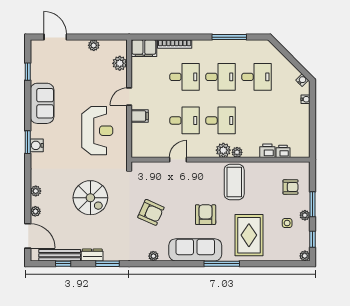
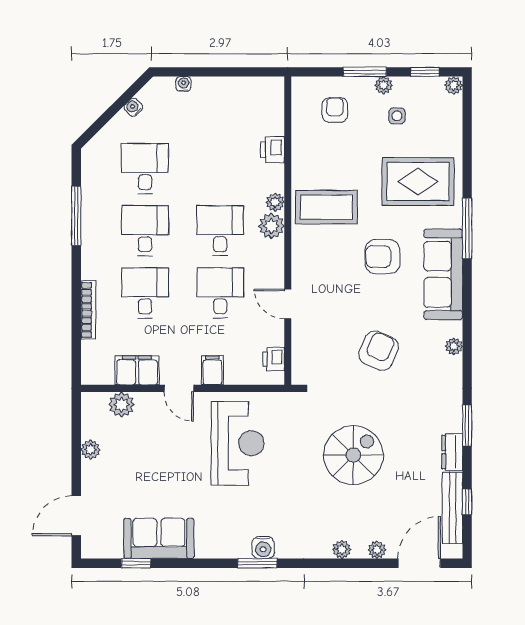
filing cabinet: (144, 48) -> (137, 370), moved, turned -90
water cooler: (302, 80) -> (133, 107), moved
sofa: (42, 103) -> (159, 538), moved
reception desk: (97, 131) -> (238, 443), turned 90
printer: (283, 151) -> (273, 359), moved

